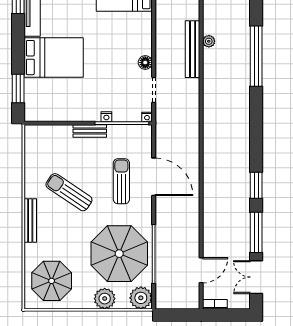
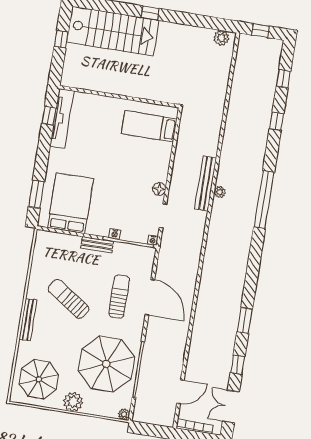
plant: (209, 41) -> (220, 192), moved
bed: (54, 58) -> (71, 203), moved, turned -90
window: (256, 232) -> (238, 365), width x0.46
plant: (141, 298) -> (124, 414), width x0.53, depth x0.53
plant: (105, 299) -> (73, 402), moved
bookcase: (215, 304) -> (195, 427), width x1.56

